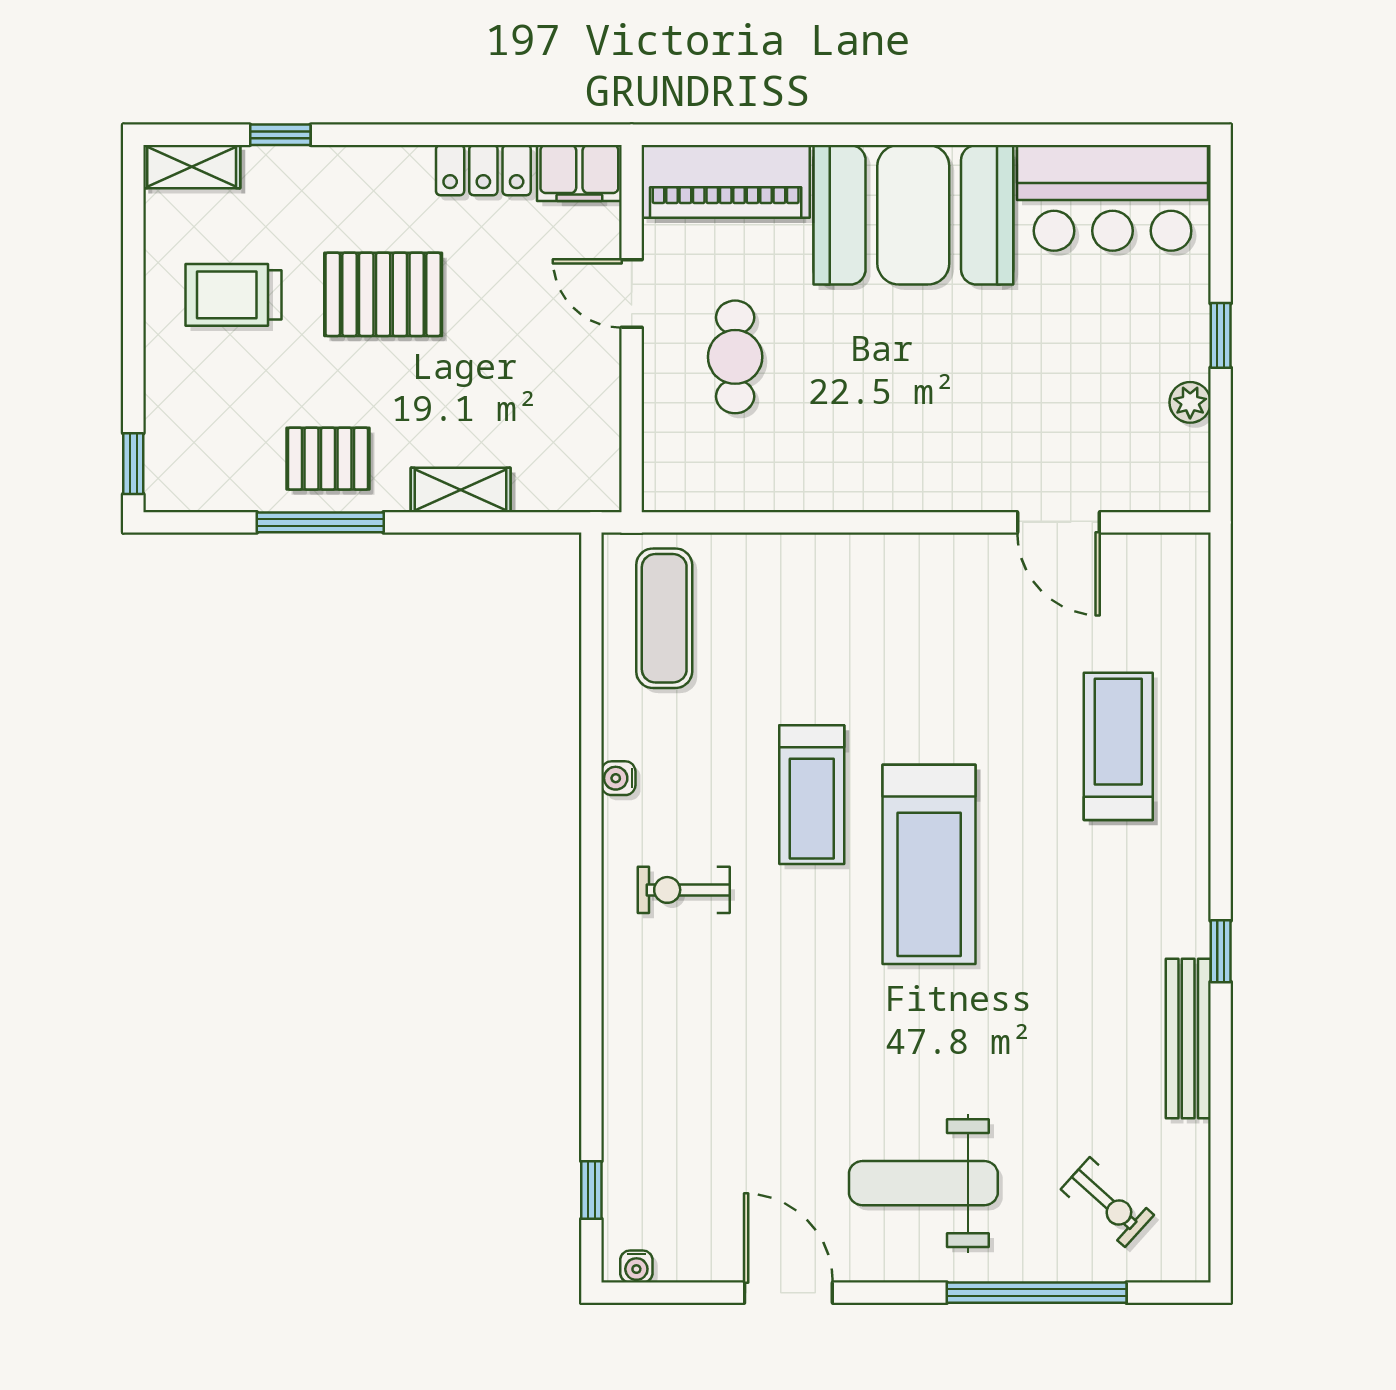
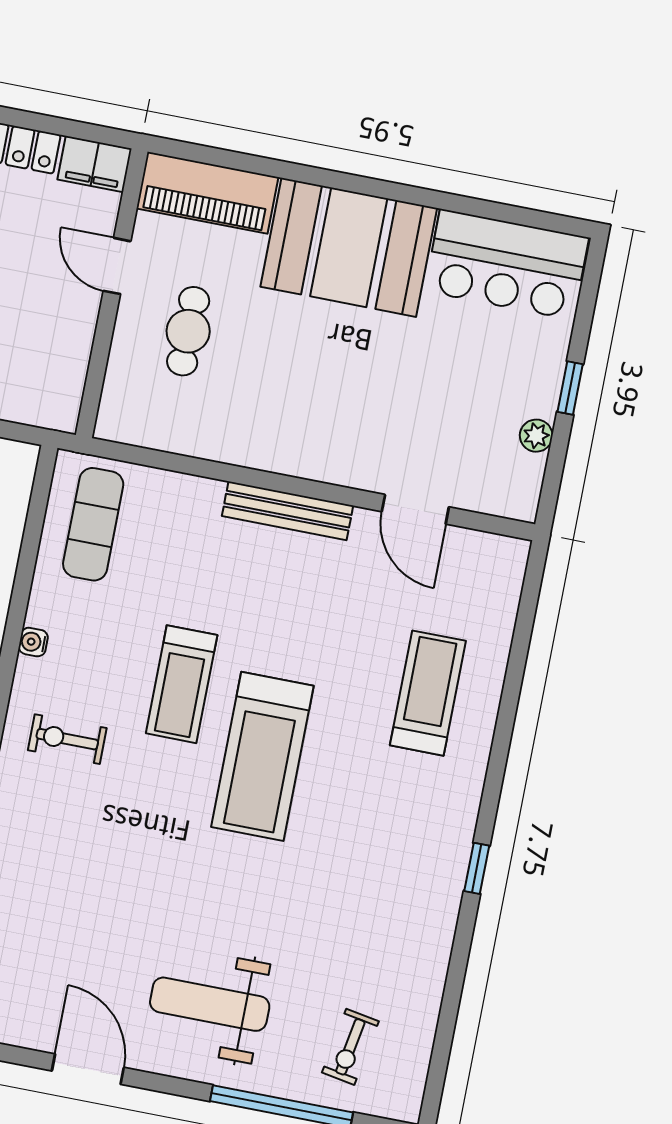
bench: (1188, 1039) -> (288, 511), moved, turned 90
exercise bike: (1107, 1202) -> (350, 1047), turned 58

